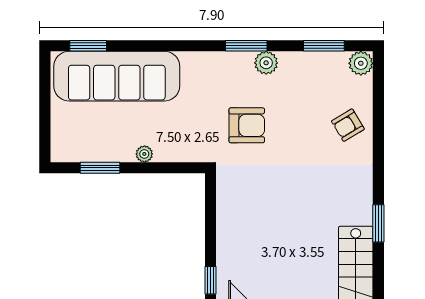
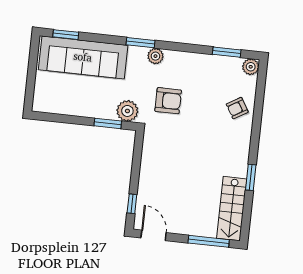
window: (246, 46) -> (141, 43), moved
plant: (266, 63) -> (155, 56), moved
plant: (144, 154) -> (127, 111), moved, width x1.87, depth x1.87
window: (100, 168) -> (108, 123), moved

